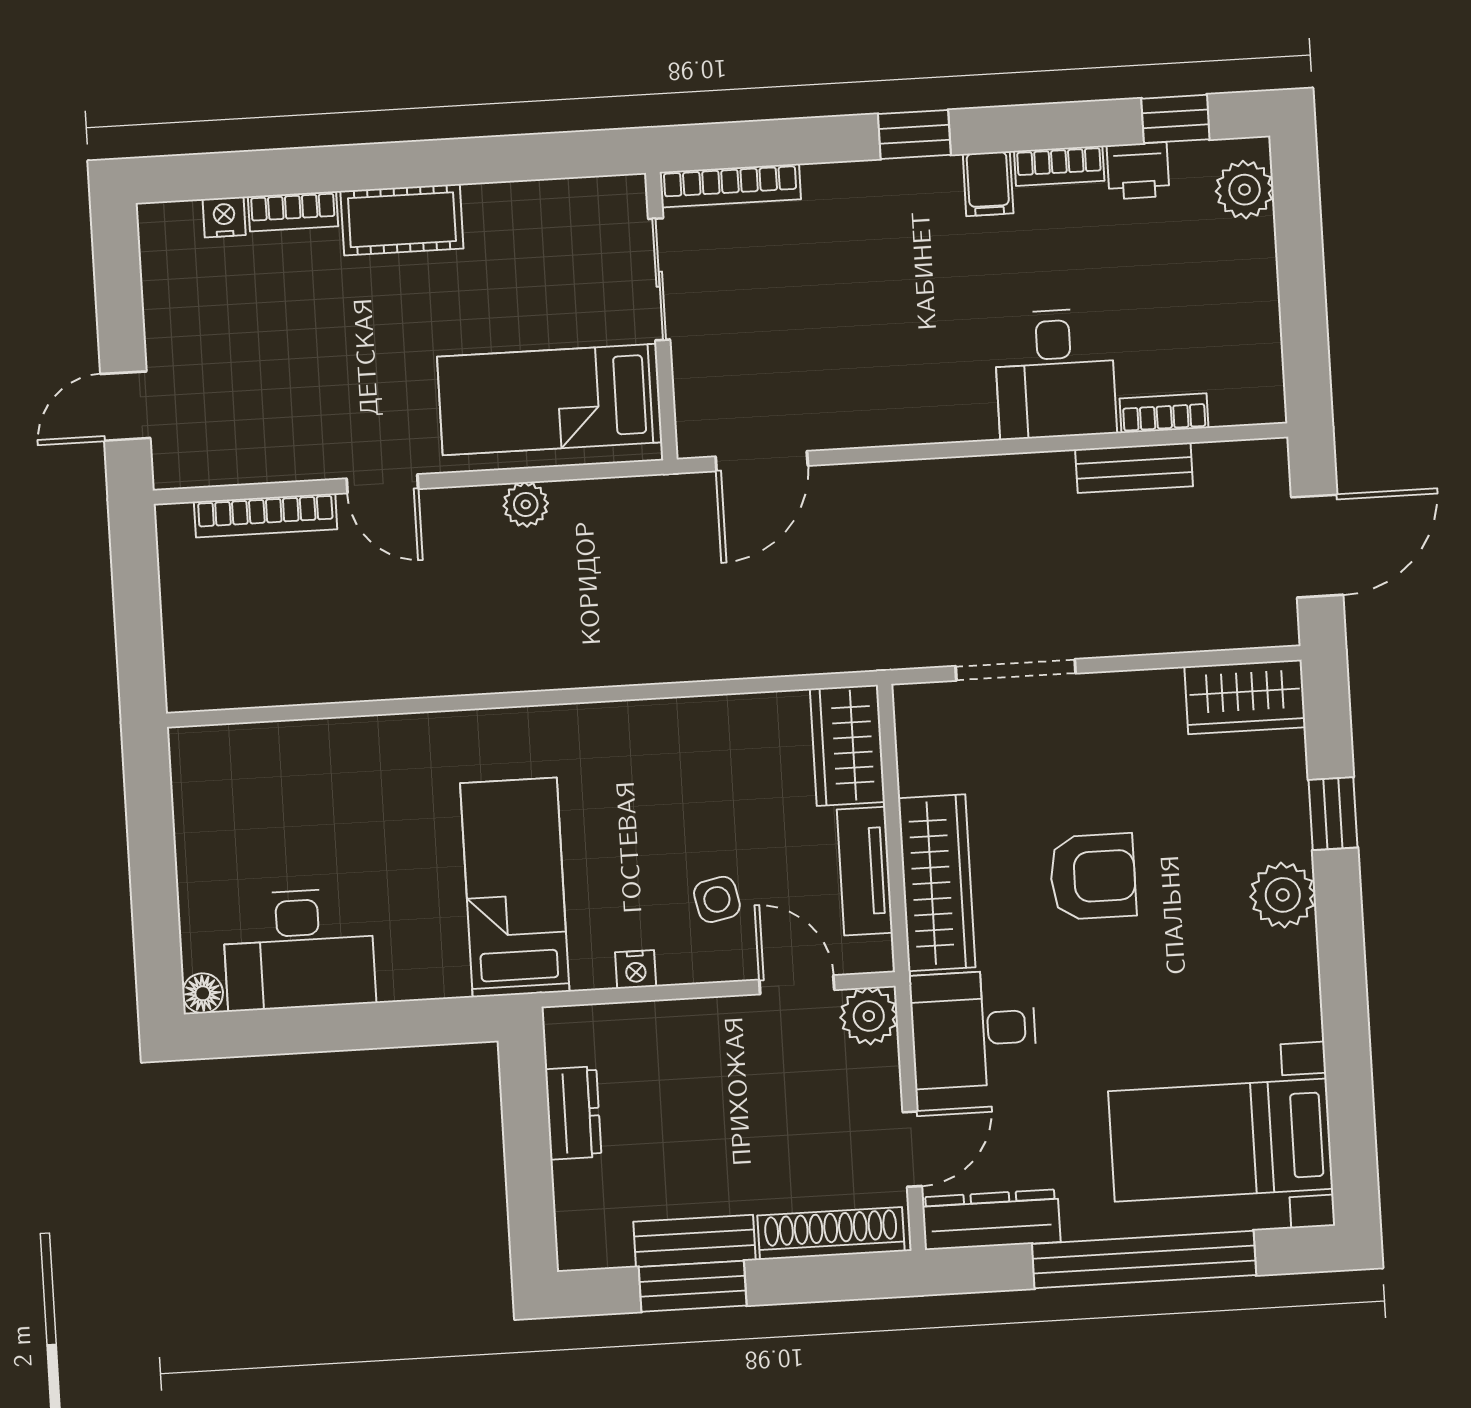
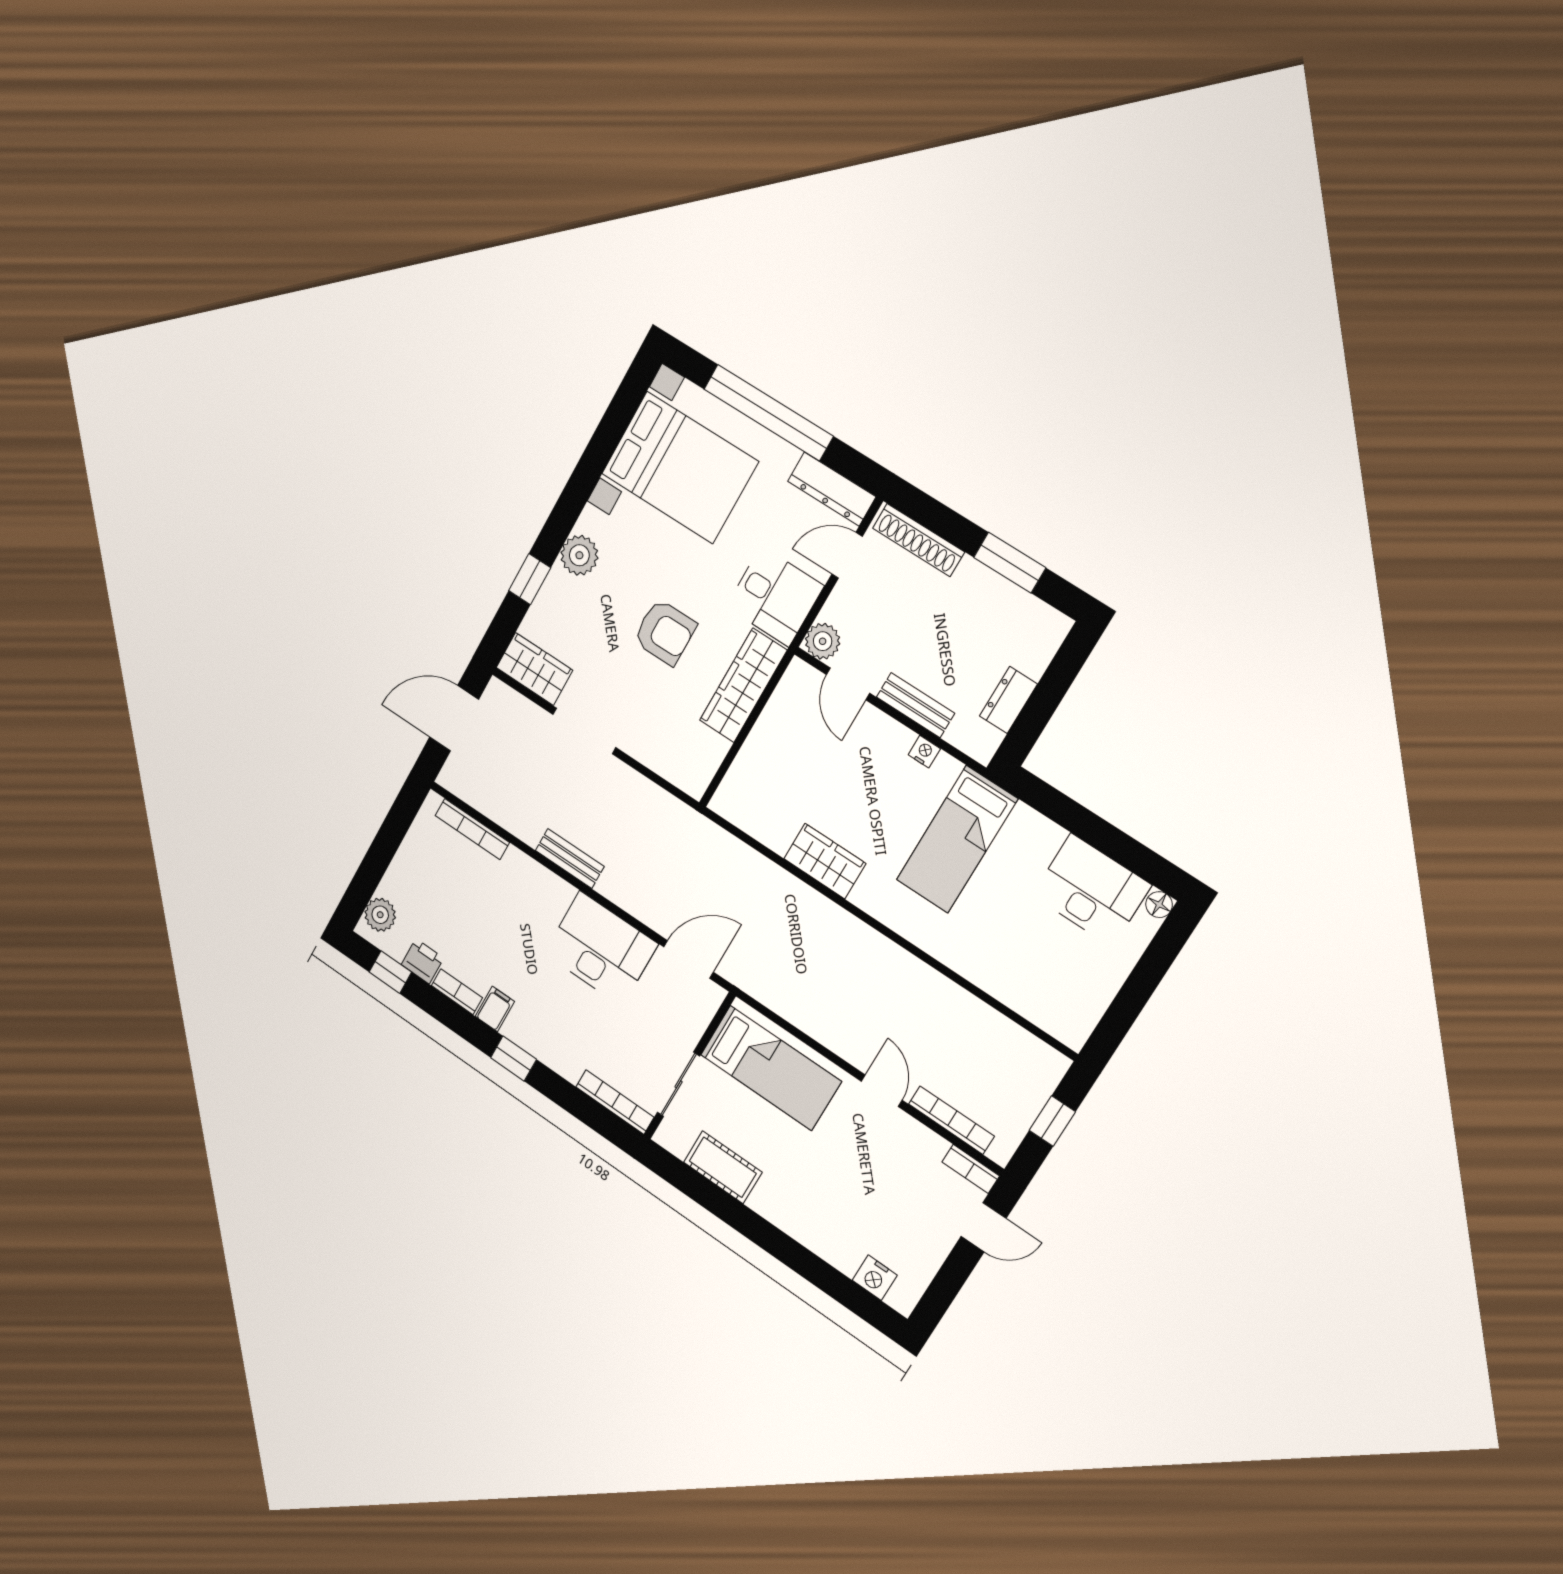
bookcase: (293, 211) -> (971, 1169), moved, turned 180
nightstand: (224, 217) -> (875, 1278), width x1.39, depth x1.35
cot: (402, 220) -> (723, 1167), moved
desk: (1055, 374) -> (601, 949), moved, width x1.37
bookcase: (1164, 413) -> (472, 829), width x1.56
bench: (1134, 468) -> (570, 858), moved
plant: (526, 504) -> (818, 1026), removed
window: (138, 615) -> (1052, 1121), added
doorway: (1016, 670) -> (584, 731), moved
wardrobe: (847, 745) -> (825, 861), moved, turned -90
tv unit: (865, 871) -> (775, 718), removed
armchair: (1093, 877) -> (665, 632), turned 180
side table: (717, 899) -> (858, 758), removed
bed with nightstands: (1221, 1140) -> (680, 468), width x1.36
bench: (695, 1241) -> (915, 705), moved

